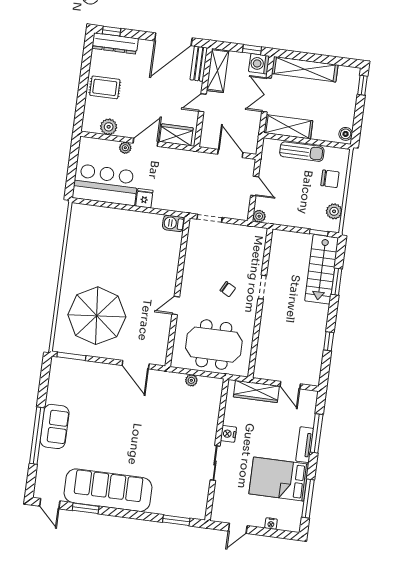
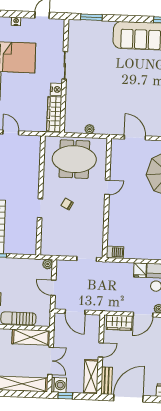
wardrobe: (256, 391) -> (54, 114), moved, turned -90

